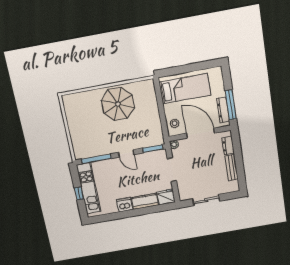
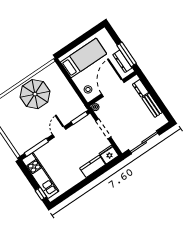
door: (201, 133) -> (113, 88), hinge flipped
door: (126, 153) -> (59, 132), swing flipped
window: (79, 193) -> (41, 194), moved
sliding door: (206, 200) -> (144, 142), width x1.37
dishwasher: (125, 205) -> (77, 177), removed

